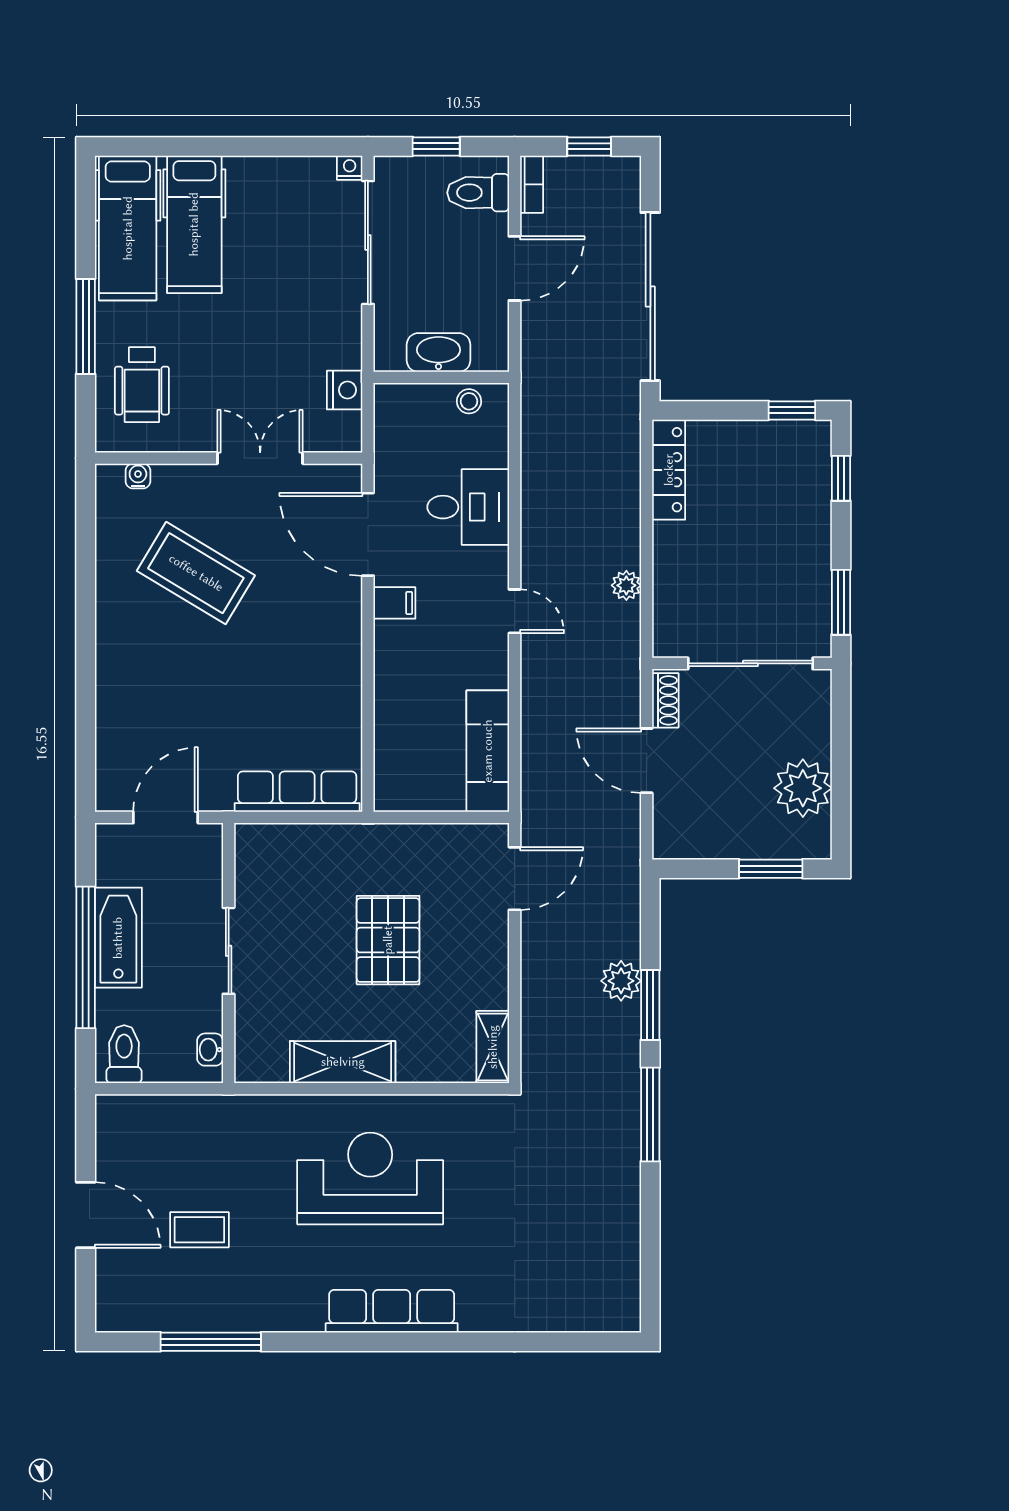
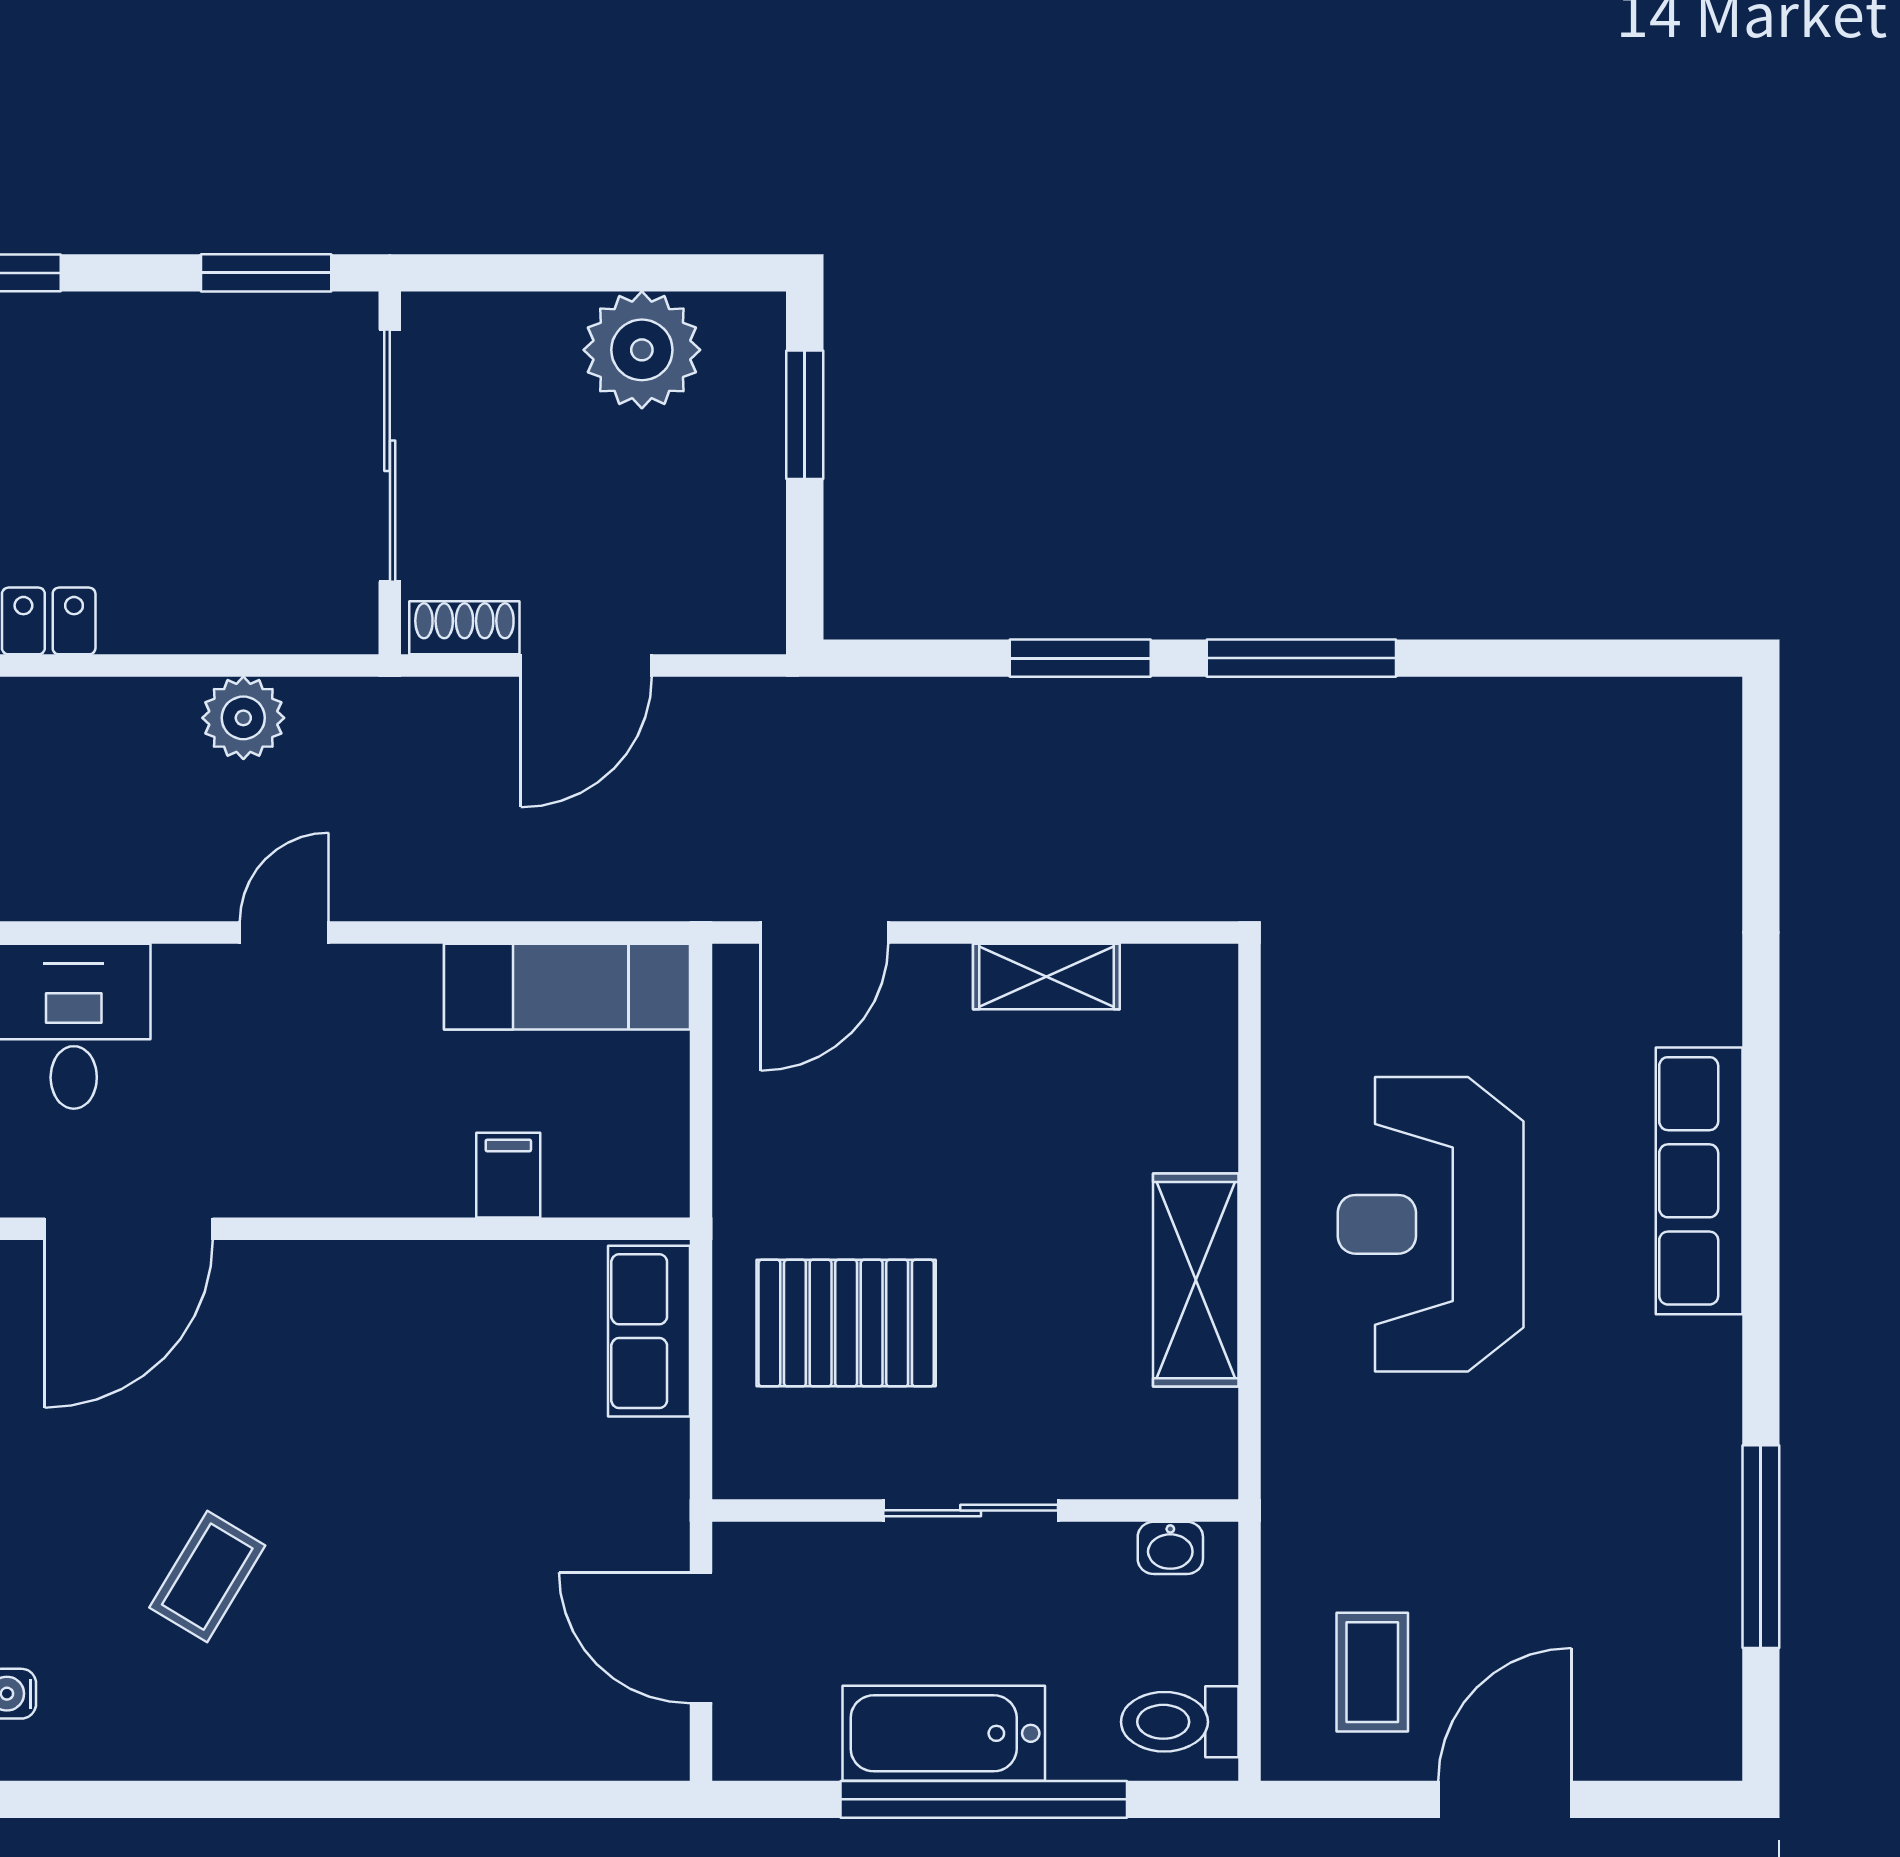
coffee table: (196, 573) -> (207, 1577), width x0.54, depth x0.58
plant: (626, 585) -> (243, 718), width x1.38, depth x1.38
filing cabinet: (394, 603) -> (508, 1175), moved
row of seats: (297, 792) -> (649, 1331), width x0.68
door: (515, 879) -> (825, 932), swing flipped
pallet: (388, 940) -> (846, 1323), moved
plant: (621, 981) -> (1031, 717), removed
shelving: (493, 1047) -> (1046, 976), moved
coffee table: (199, 1230) -> (1372, 1672), moved

